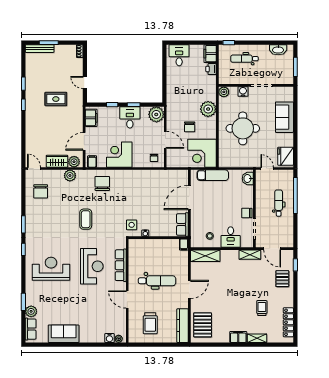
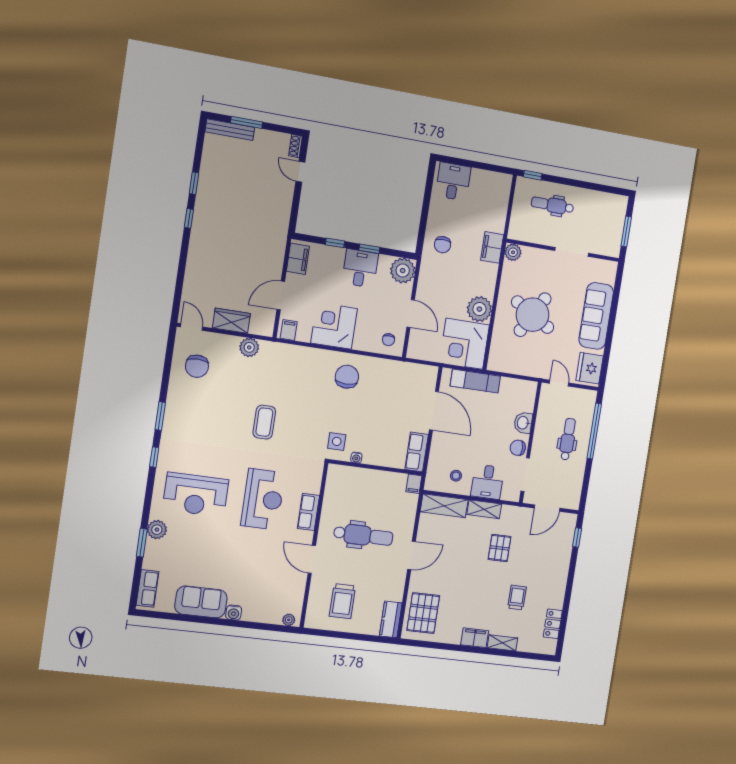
washbasin: (278, 50) -> (605, 200), removed
filing cabinet: (210, 54) -> (492, 248), moved
printer: (211, 69) -> (499, 213), removed
door: (85, 83) -> (300, 172), moved
water cooler: (243, 92) -> (542, 257), removed
rug: (56, 99) -> (245, 218), removed
plant: (208, 109) -> (479, 309), moved
sofa: (284, 117) -> (596, 316), width x1.36
chair: (190, 127) -> (443, 245), moved
round table: (243, 128) -> (533, 315), turned 30
plant: (74, 162) -> (259, 326), removed
washbasin: (248, 179) -> (523, 423), moved
chair: (102, 183) -> (347, 377), moved
door: (189, 197) -> (434, 411), swing flipped
door: (272, 249) -> (547, 508), hinge flipped
shelving: (250, 255) -> (484, 509), moved
row of seats: (121, 265) -> (308, 512), width x0.68
reception desk: (51, 269) -> (196, 495), turned 180
pallet: (282, 279) -> (499, 548), moved
plant: (31, 311) -> (157, 530), moved
locker: (288, 322) -> (553, 624), width x0.66
kitchen counter: (182, 326) -> (391, 619), width x0.67
water cooler: (109, 338) -> (234, 613), moved

